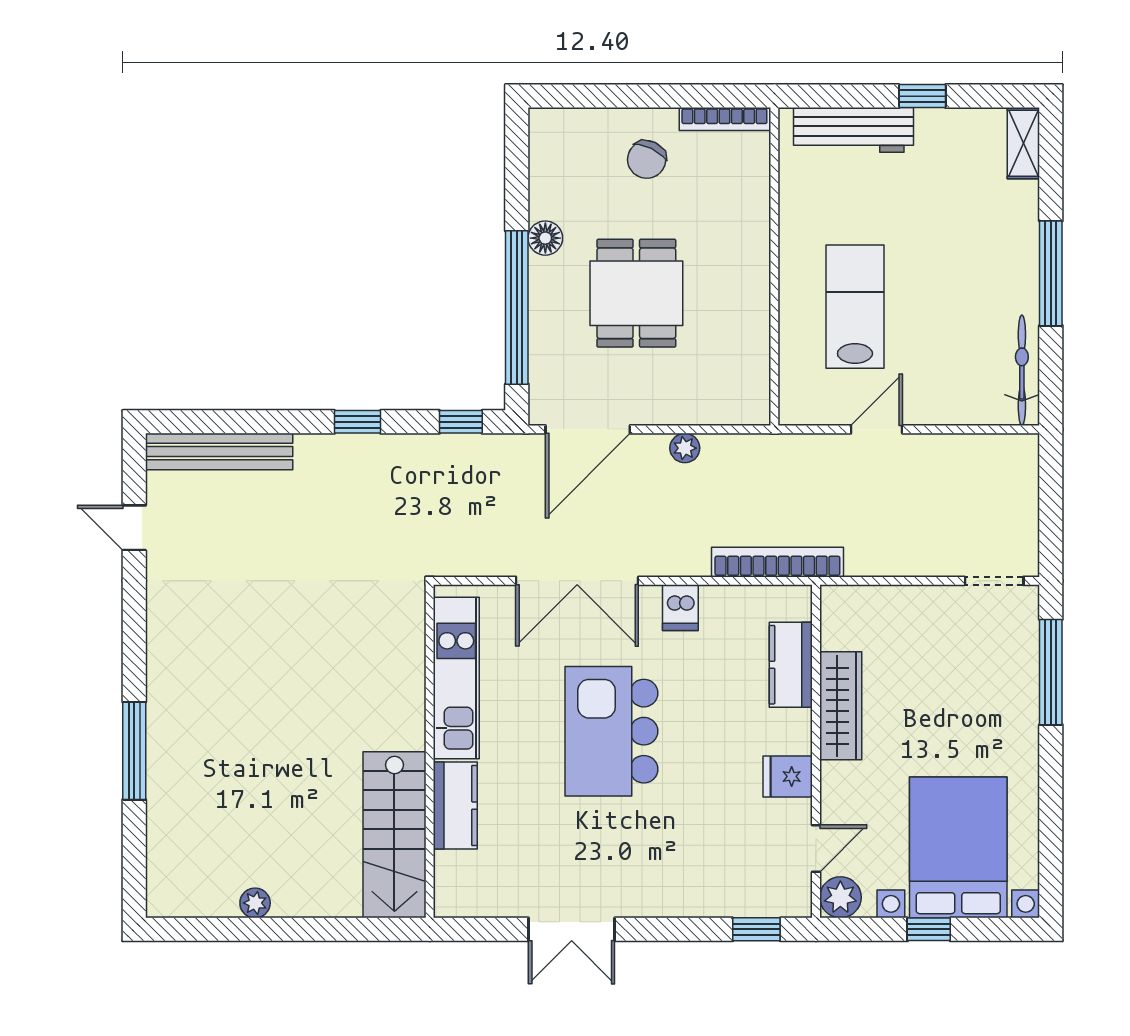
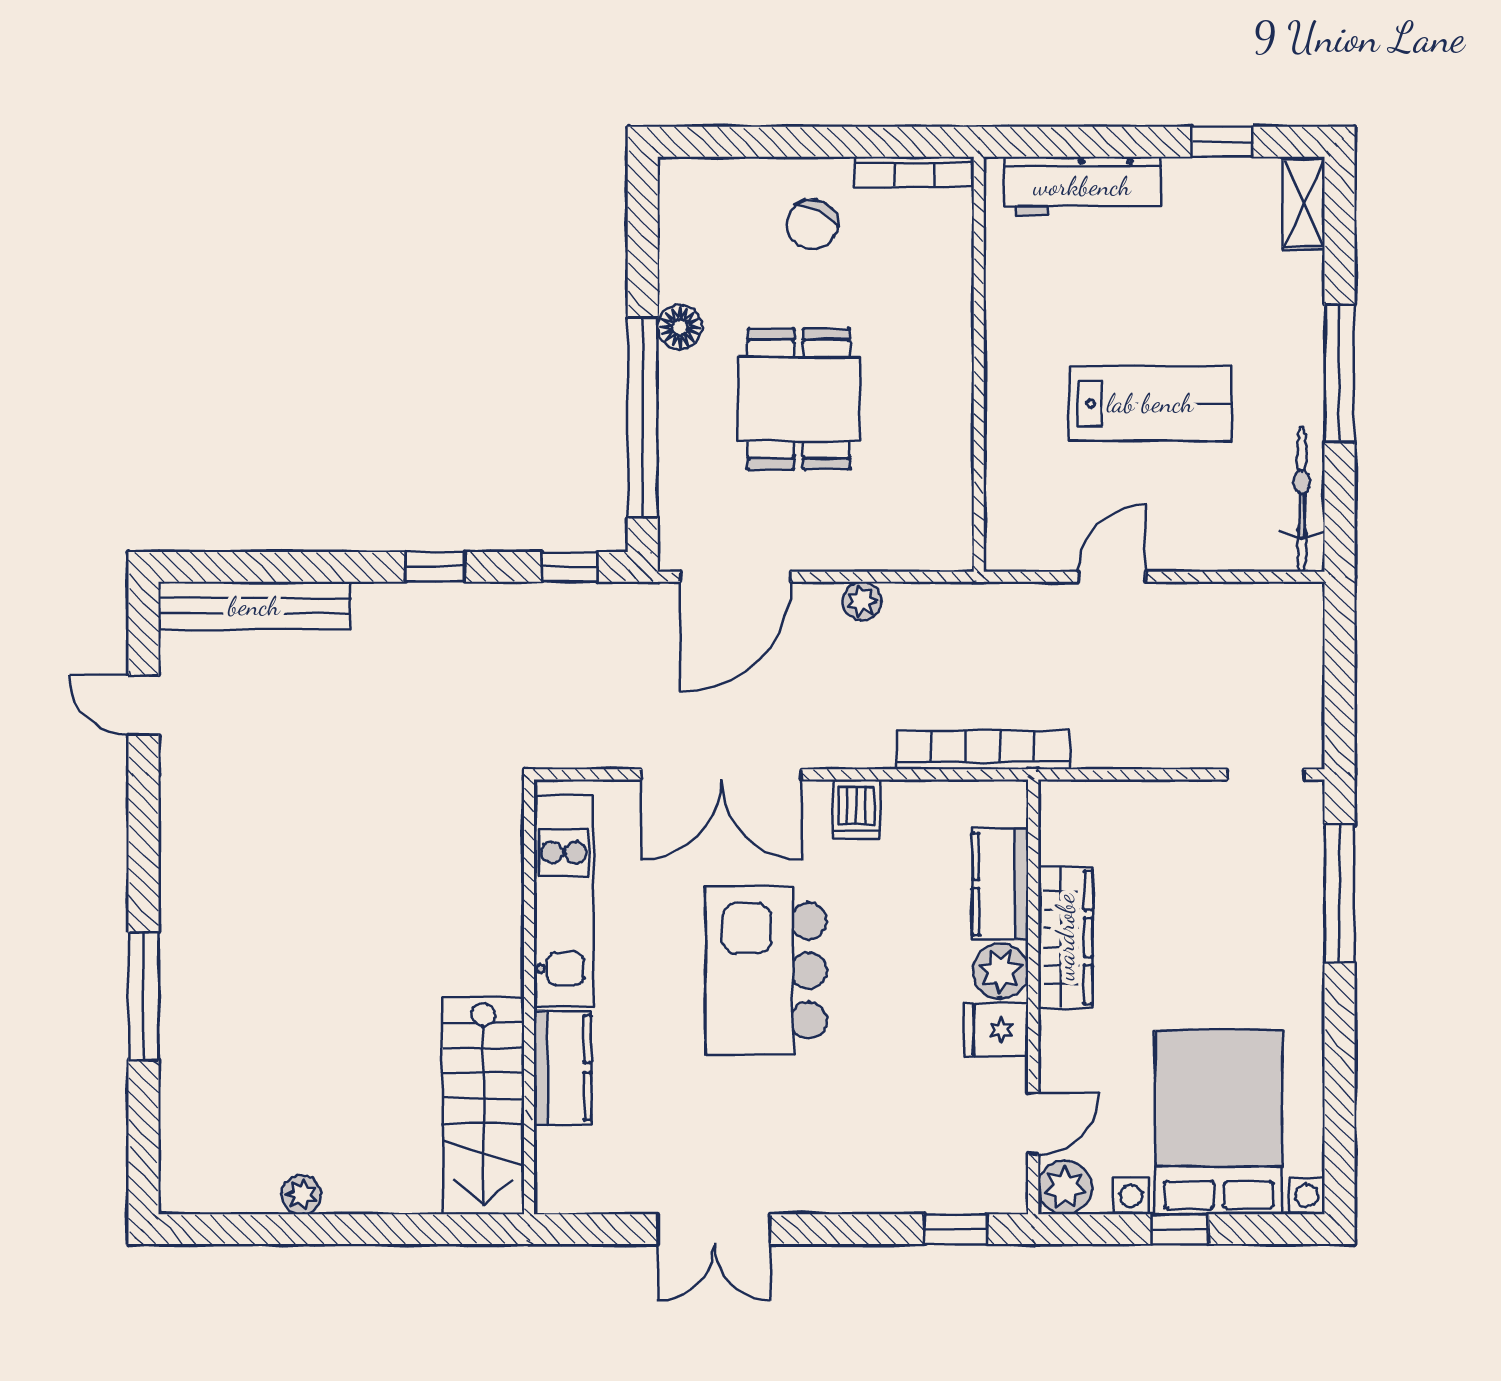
window: (922, 96) -> (1222, 142), moved
lab bench: (855, 307) -> (1150, 403), moved, turned 90
plant: (791, 732) -> (1000, 971), added

